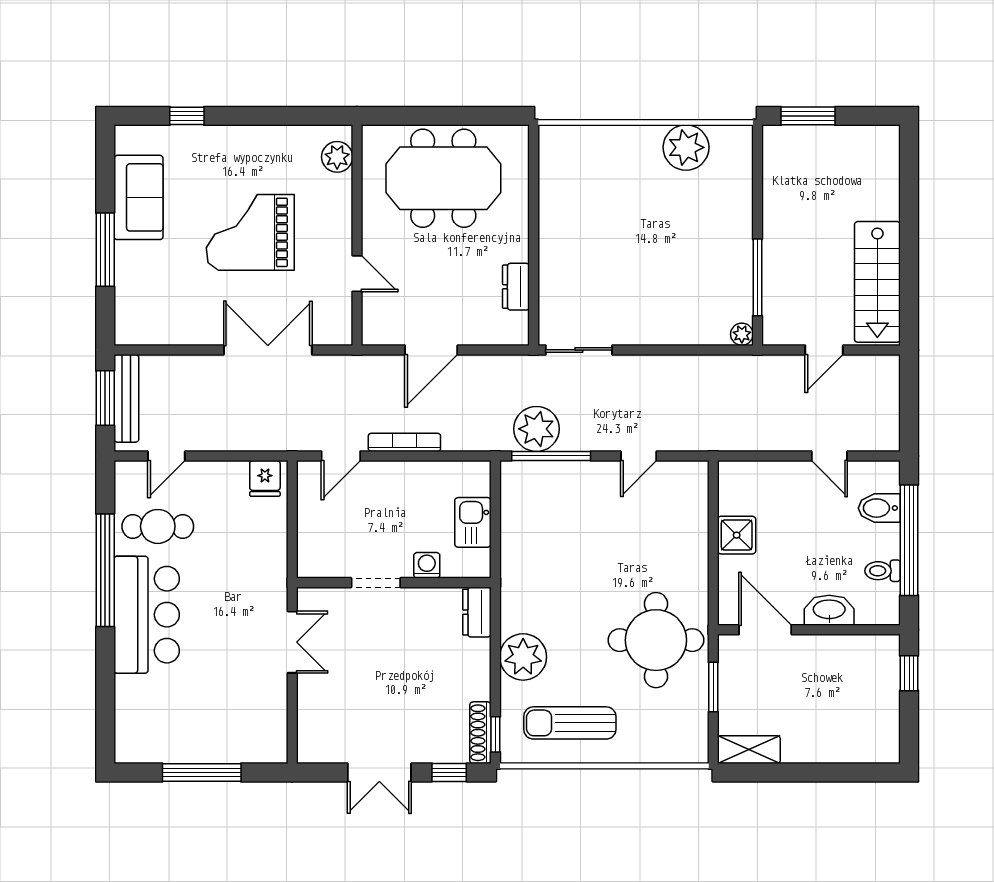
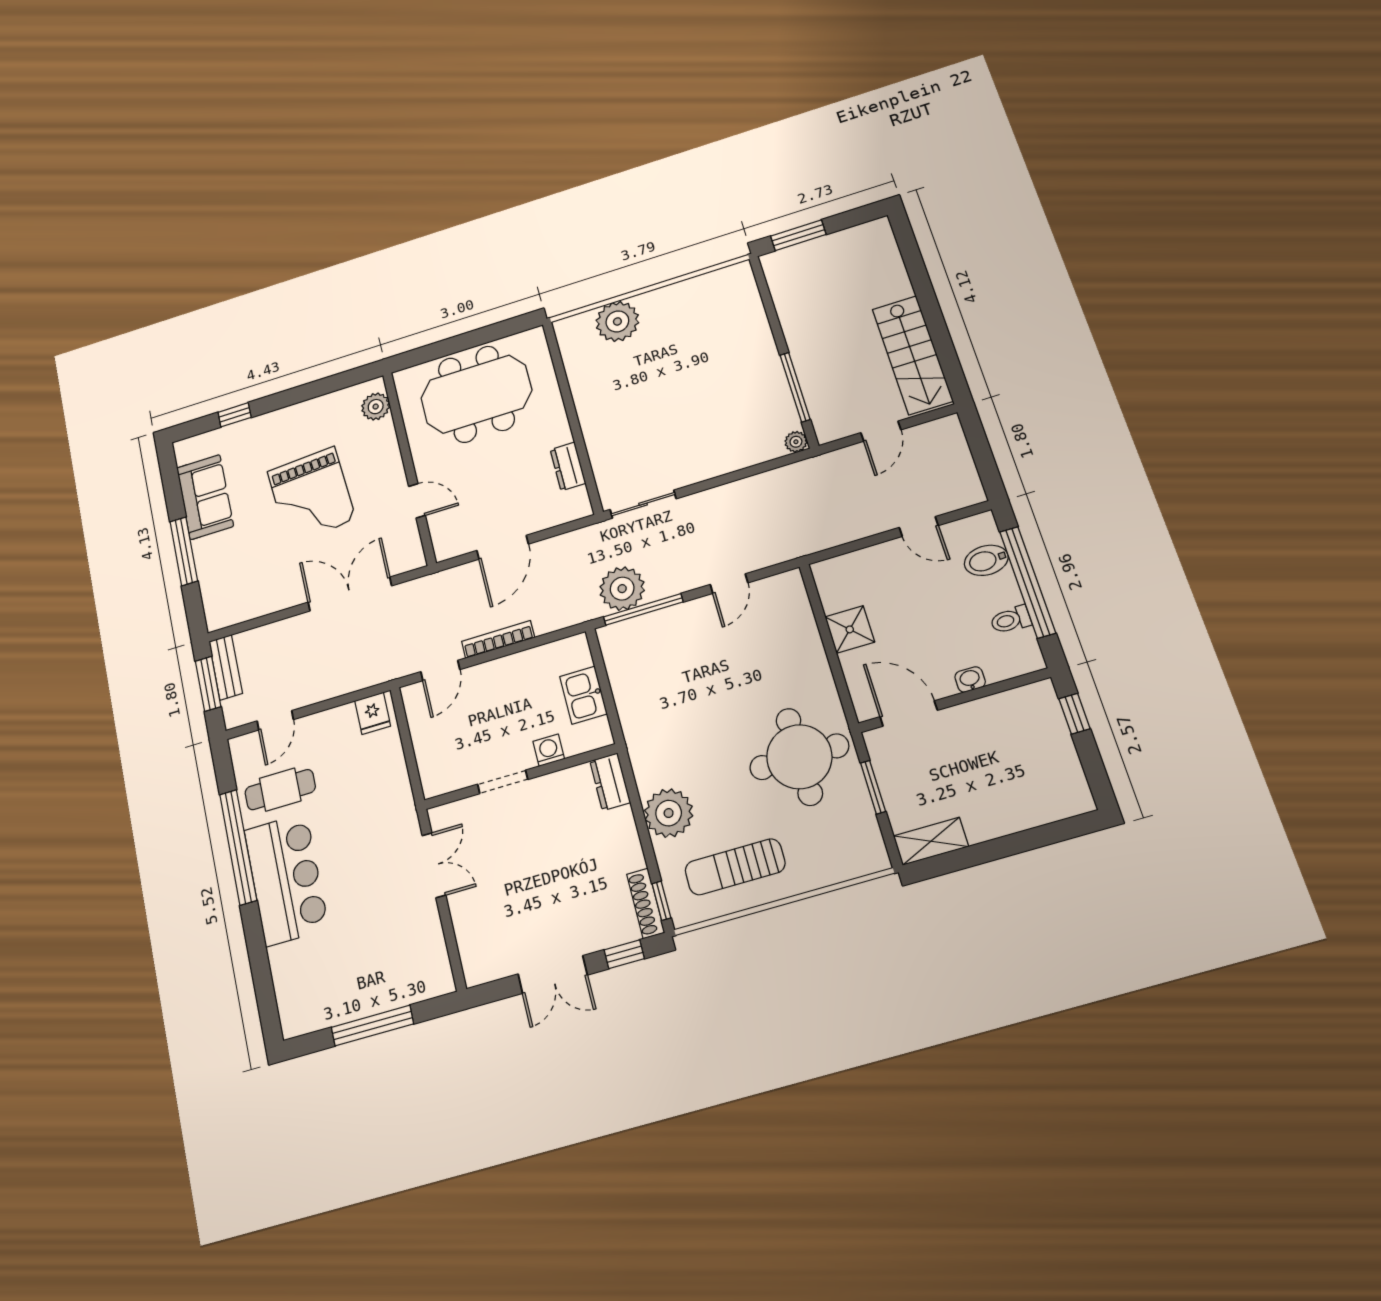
plant: (686, 147) -> (617, 321), moved
grand piano: (250, 232) -> (311, 495), turned -94
bench: (126, 398) -> (226, 667), width x0.73
washbasin: (829, 610) -> (970, 679), width x0.52, depth x0.69

